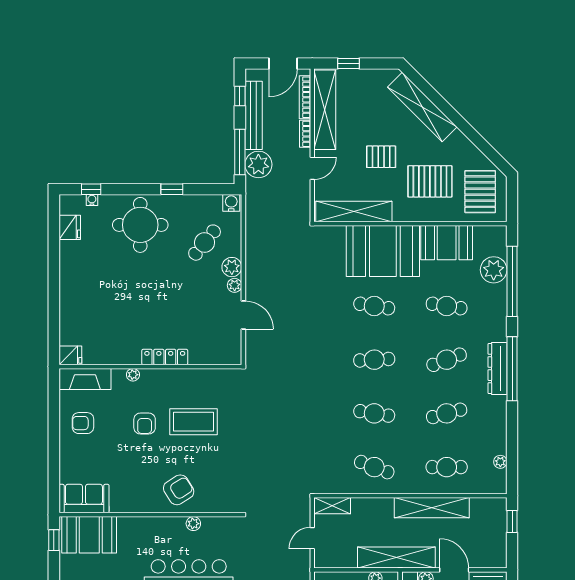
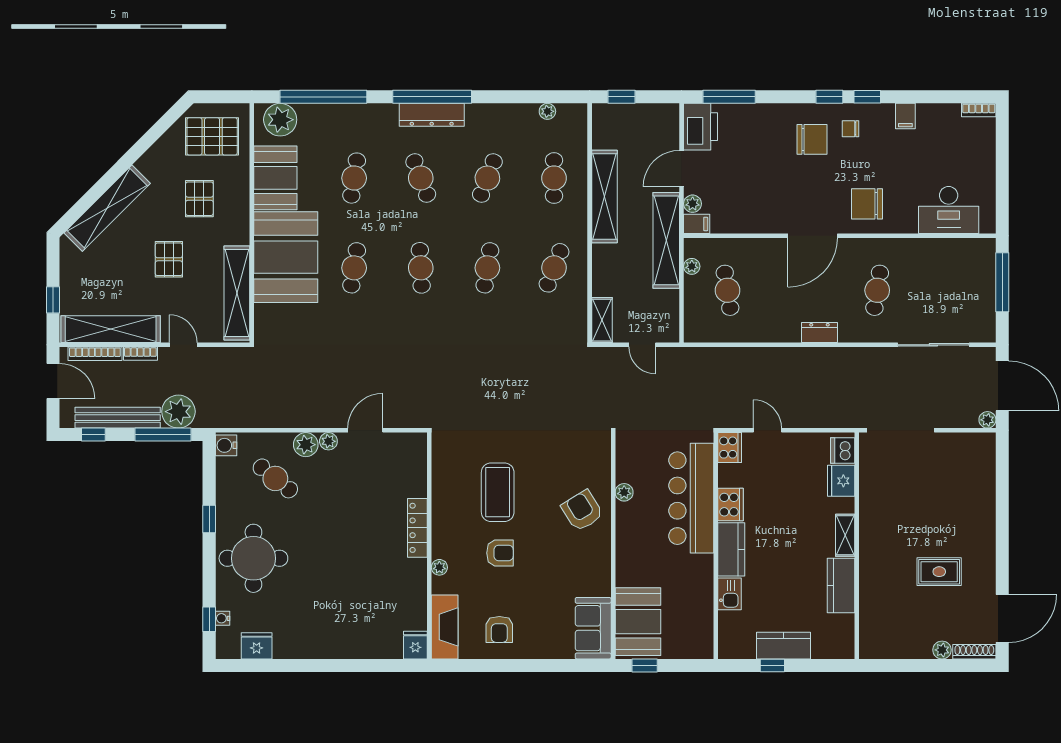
pallet: (430, 181) -> (199, 199), width x0.67, depth x0.71
plant: (494, 270) -> (280, 120), moved
cafe table: (447, 413) -> (487, 178), turned 36

